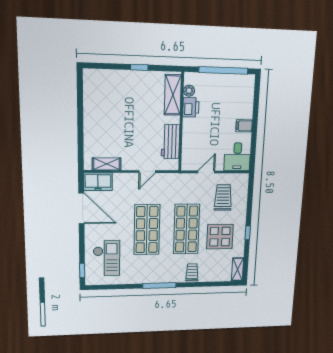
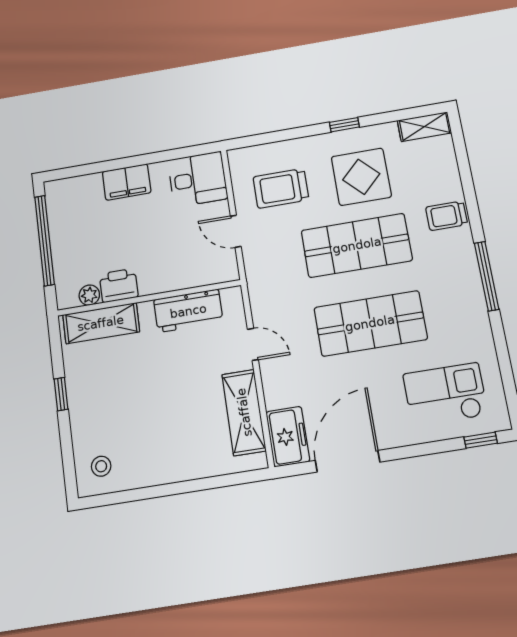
stool: (98, 84) -> (101, 466), added
filing cabinet: (244, 126) -> (127, 182), width x2.00
shelving: (107, 164) -> (244, 412), width x1.50, depth x1.33

